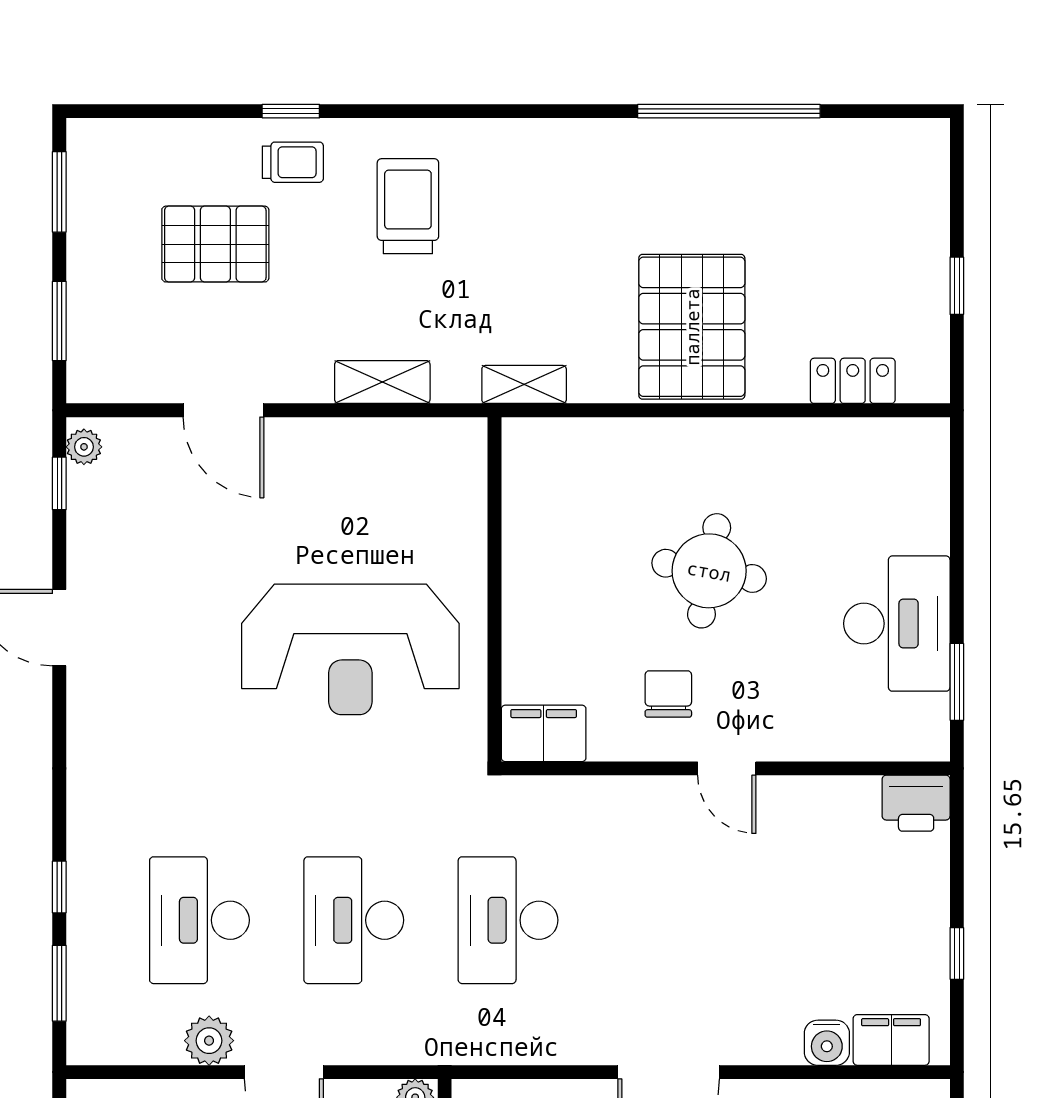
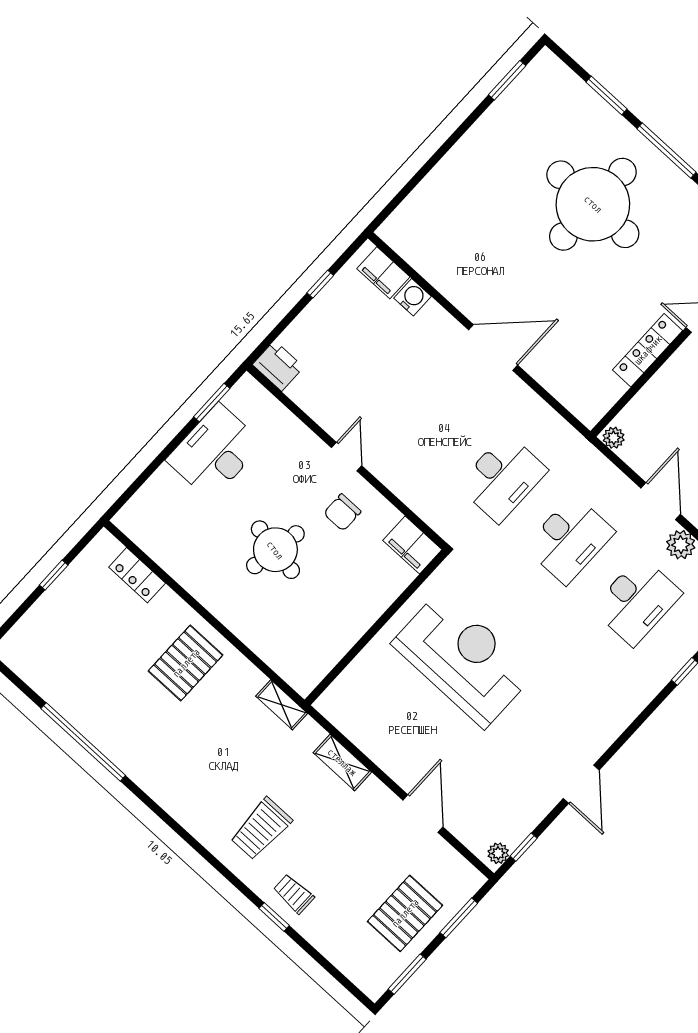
pallet: (215, 244) -> (405, 913), moved, turned 90
pallet: (692, 327) -> (186, 663), width x0.73, depth x0.71

